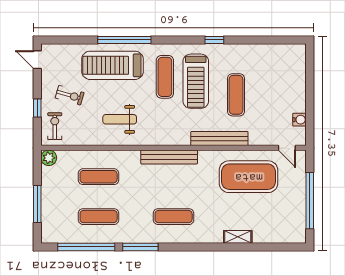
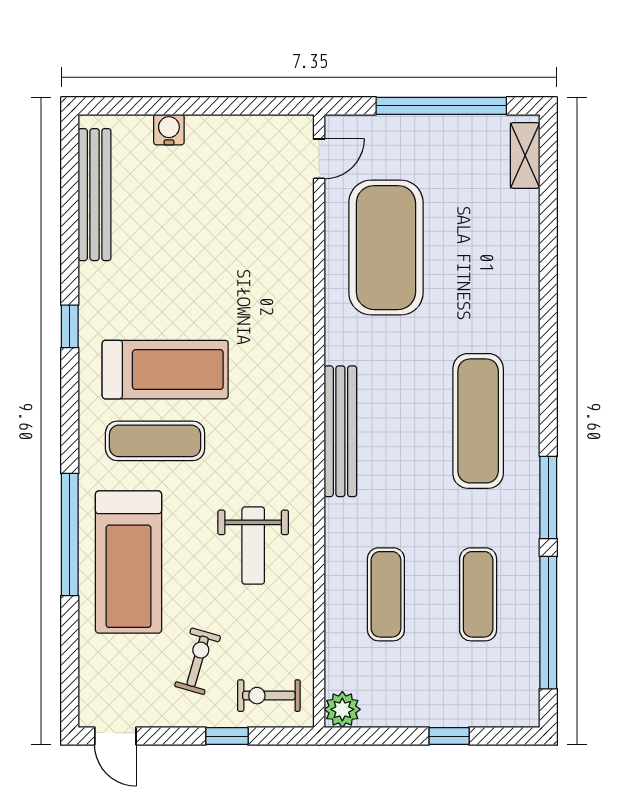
door: (37, 60) -> (115, 736), hinge flipped
exercise mat: (236, 95) -> (197, 277), removed
water cooler: (300, 120) -> (169, 130), moved
bench: (219, 139) -> (95, 195), moved
window: (37, 204) -> (449, 736), width x0.46
exercise mat: (174, 217) -> (478, 421), width x1.36, depth x1.45
shelving: (238, 237) -> (525, 155), moved

